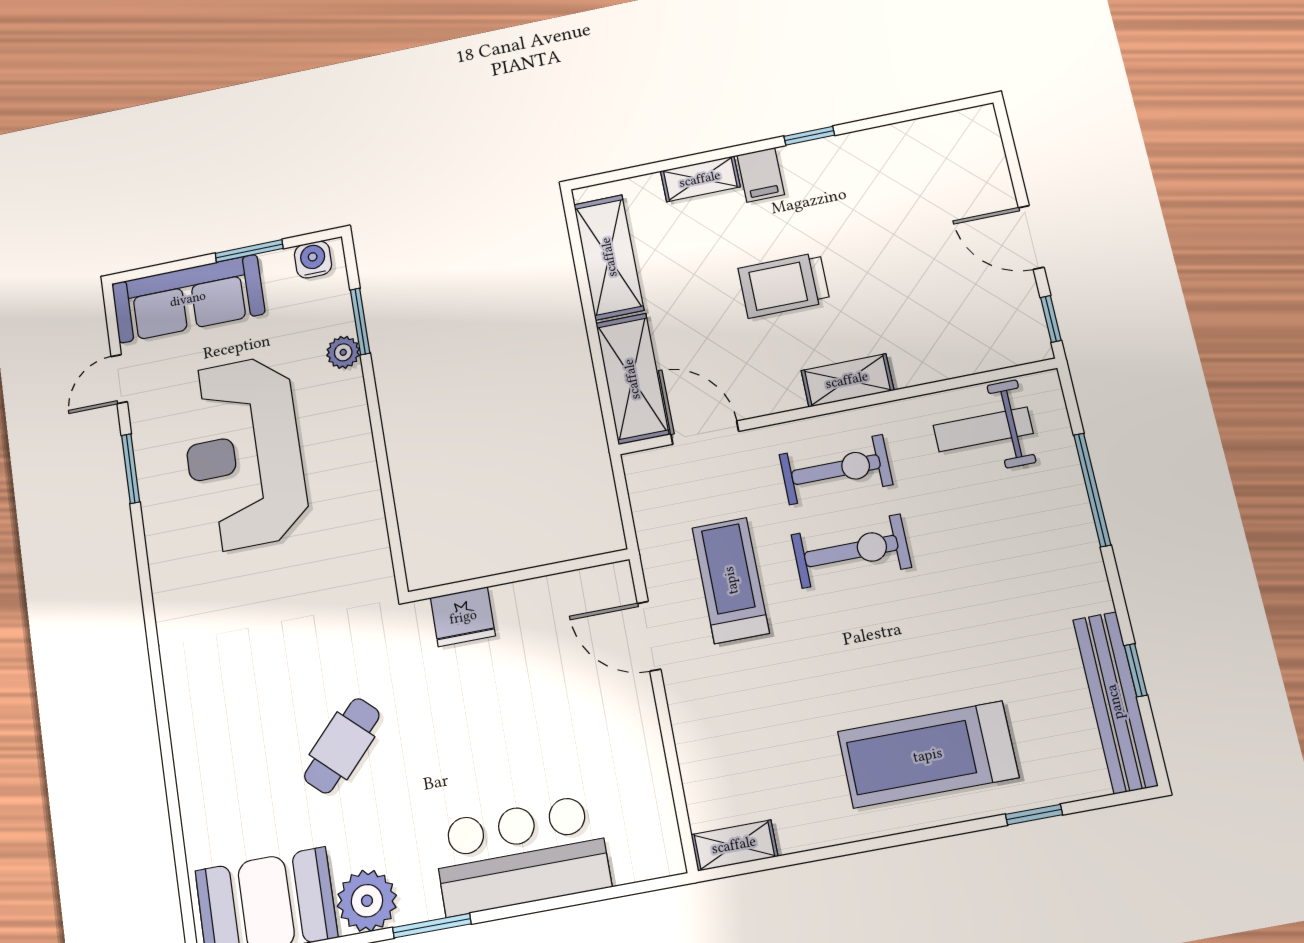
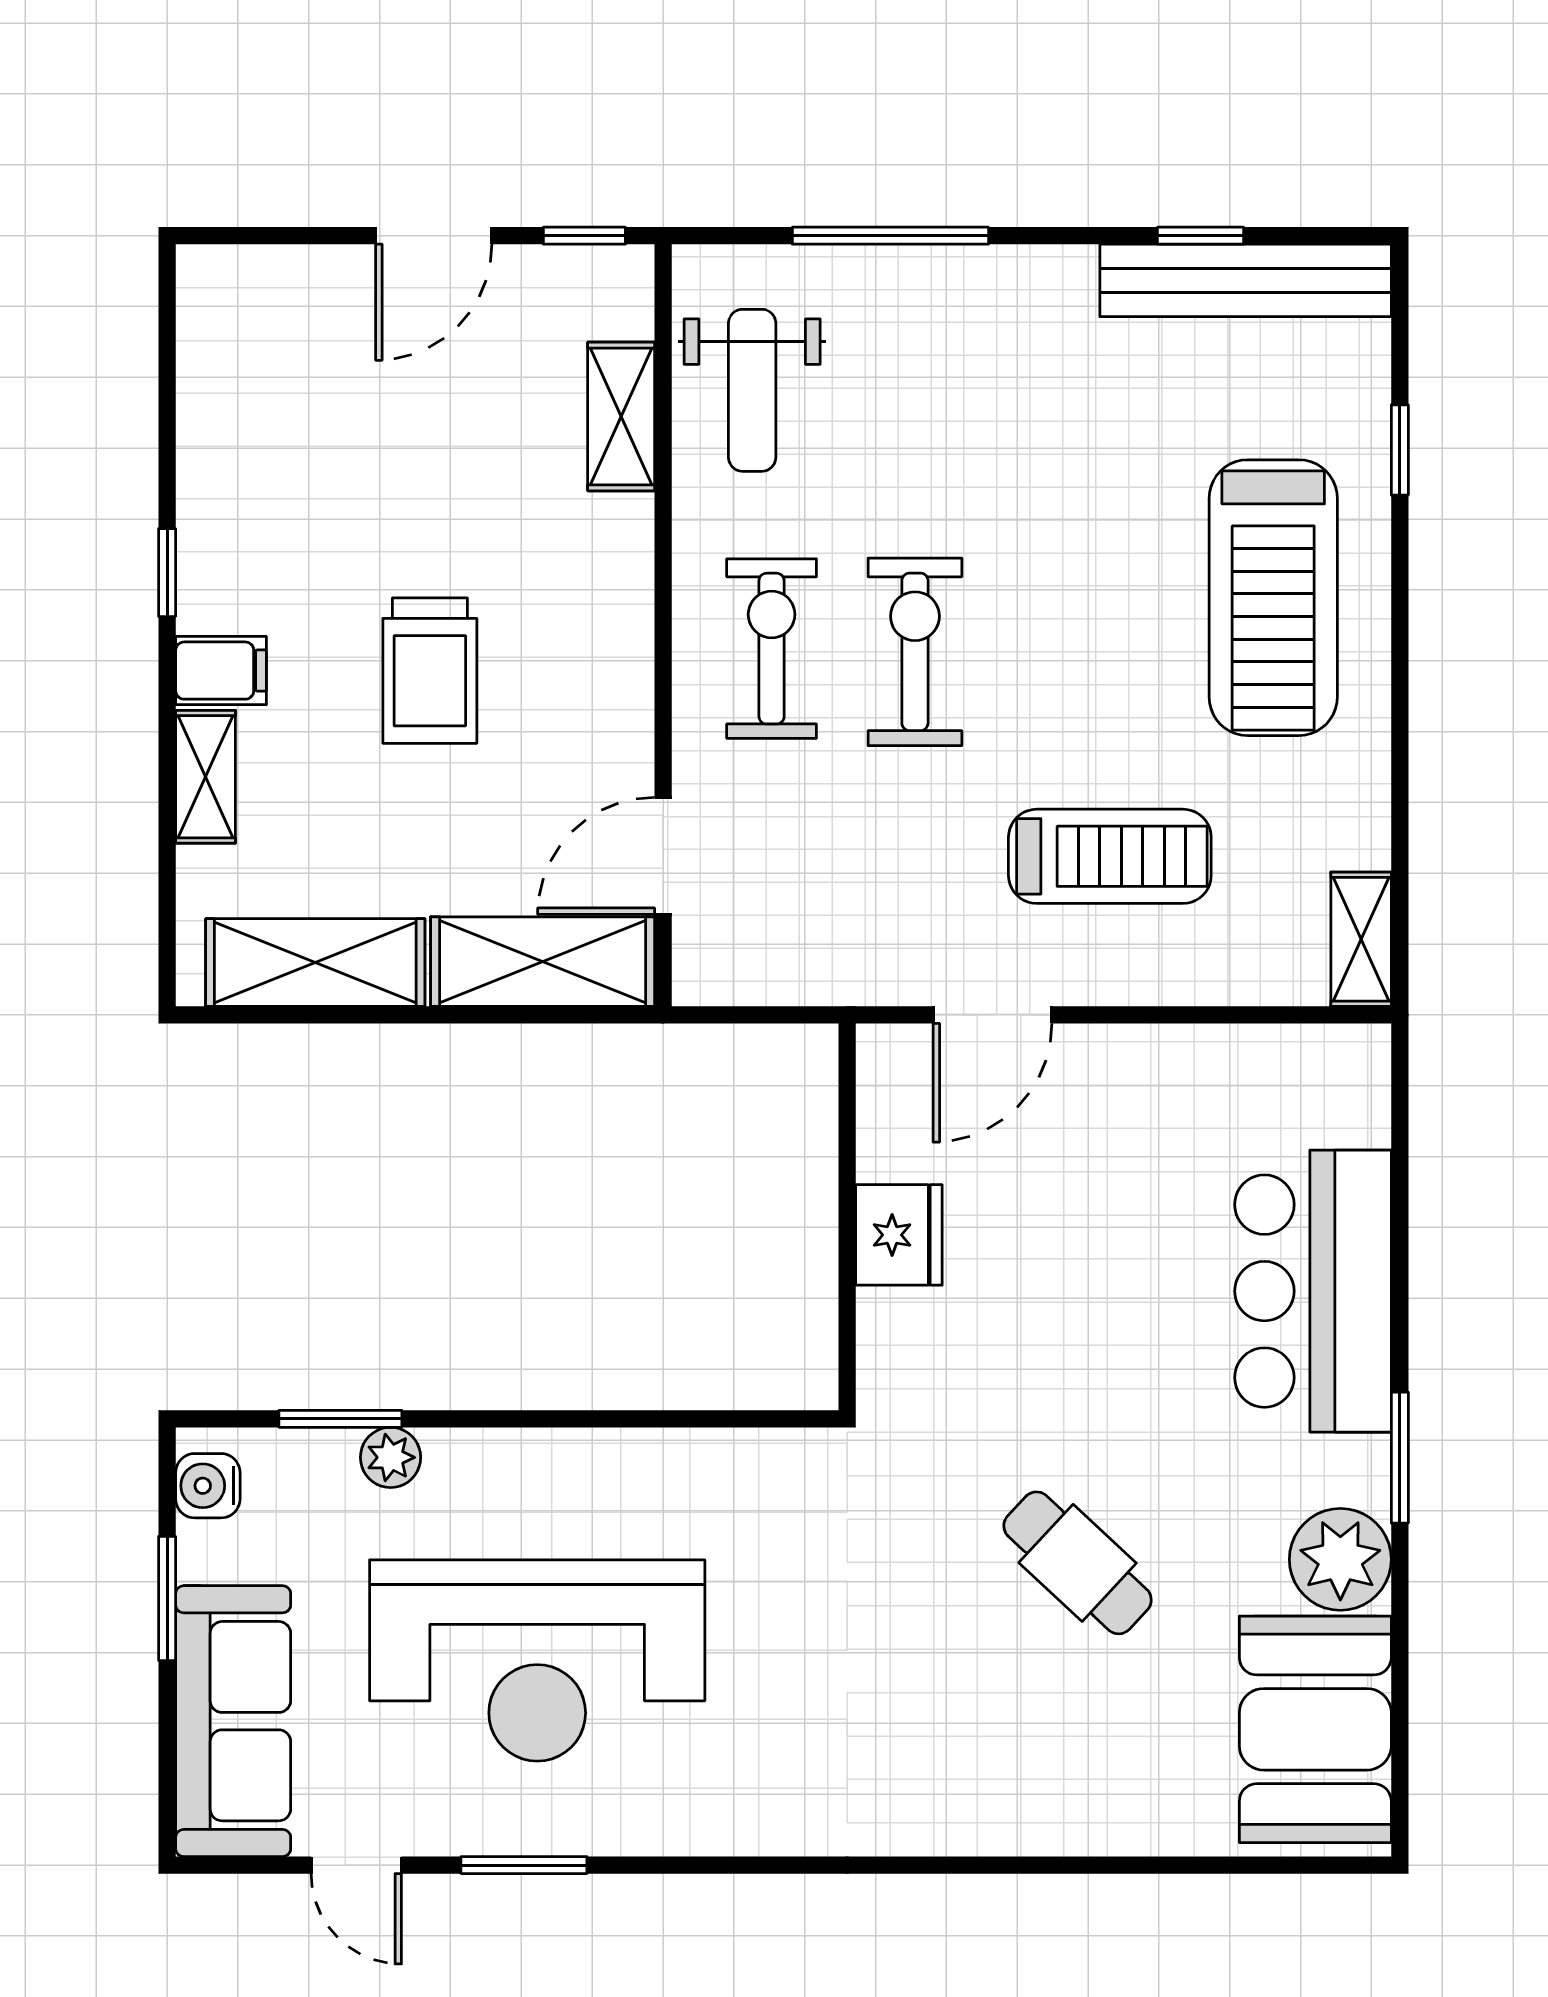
shelving: (847, 380) -> (621, 417), moved
treadmill: (731, 580) -> (1110, 856), moved, turned 180
fridge: (463, 617) -> (899, 1235), moved

